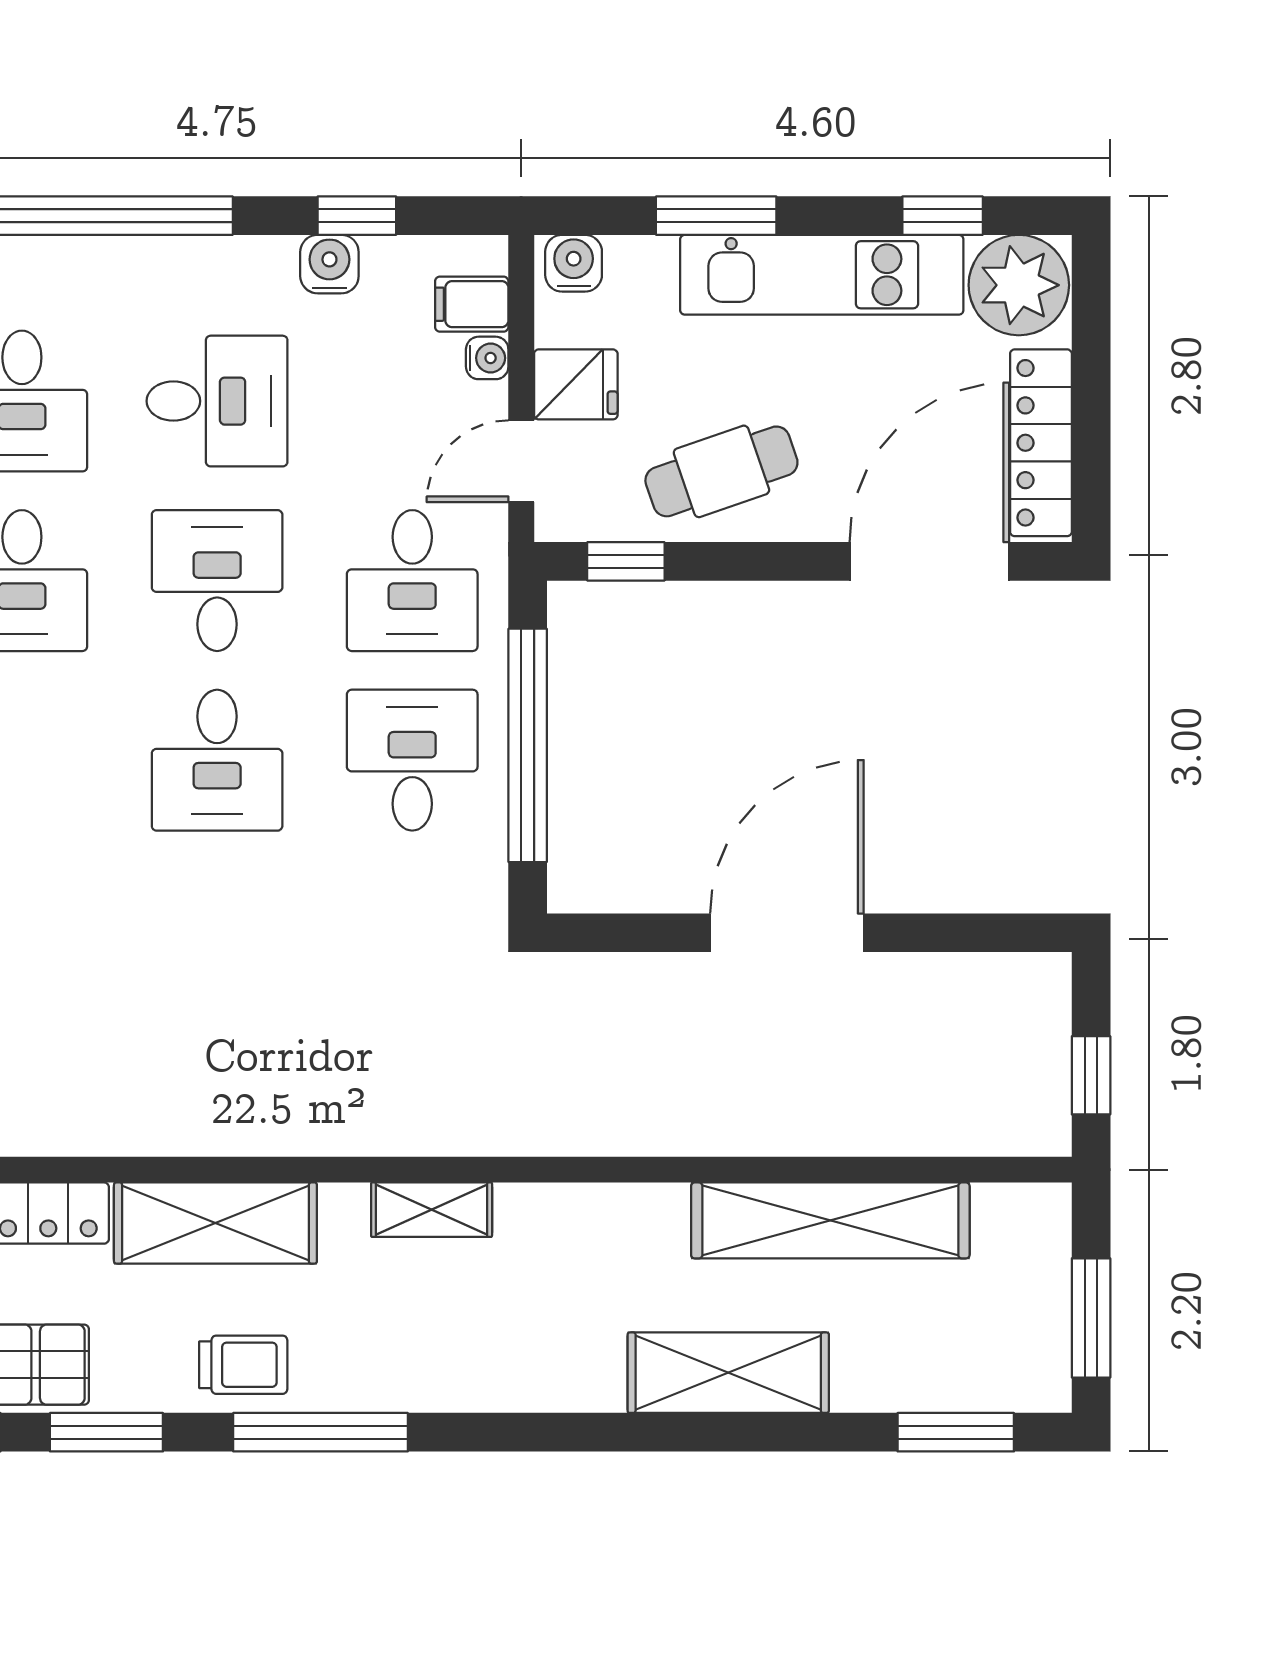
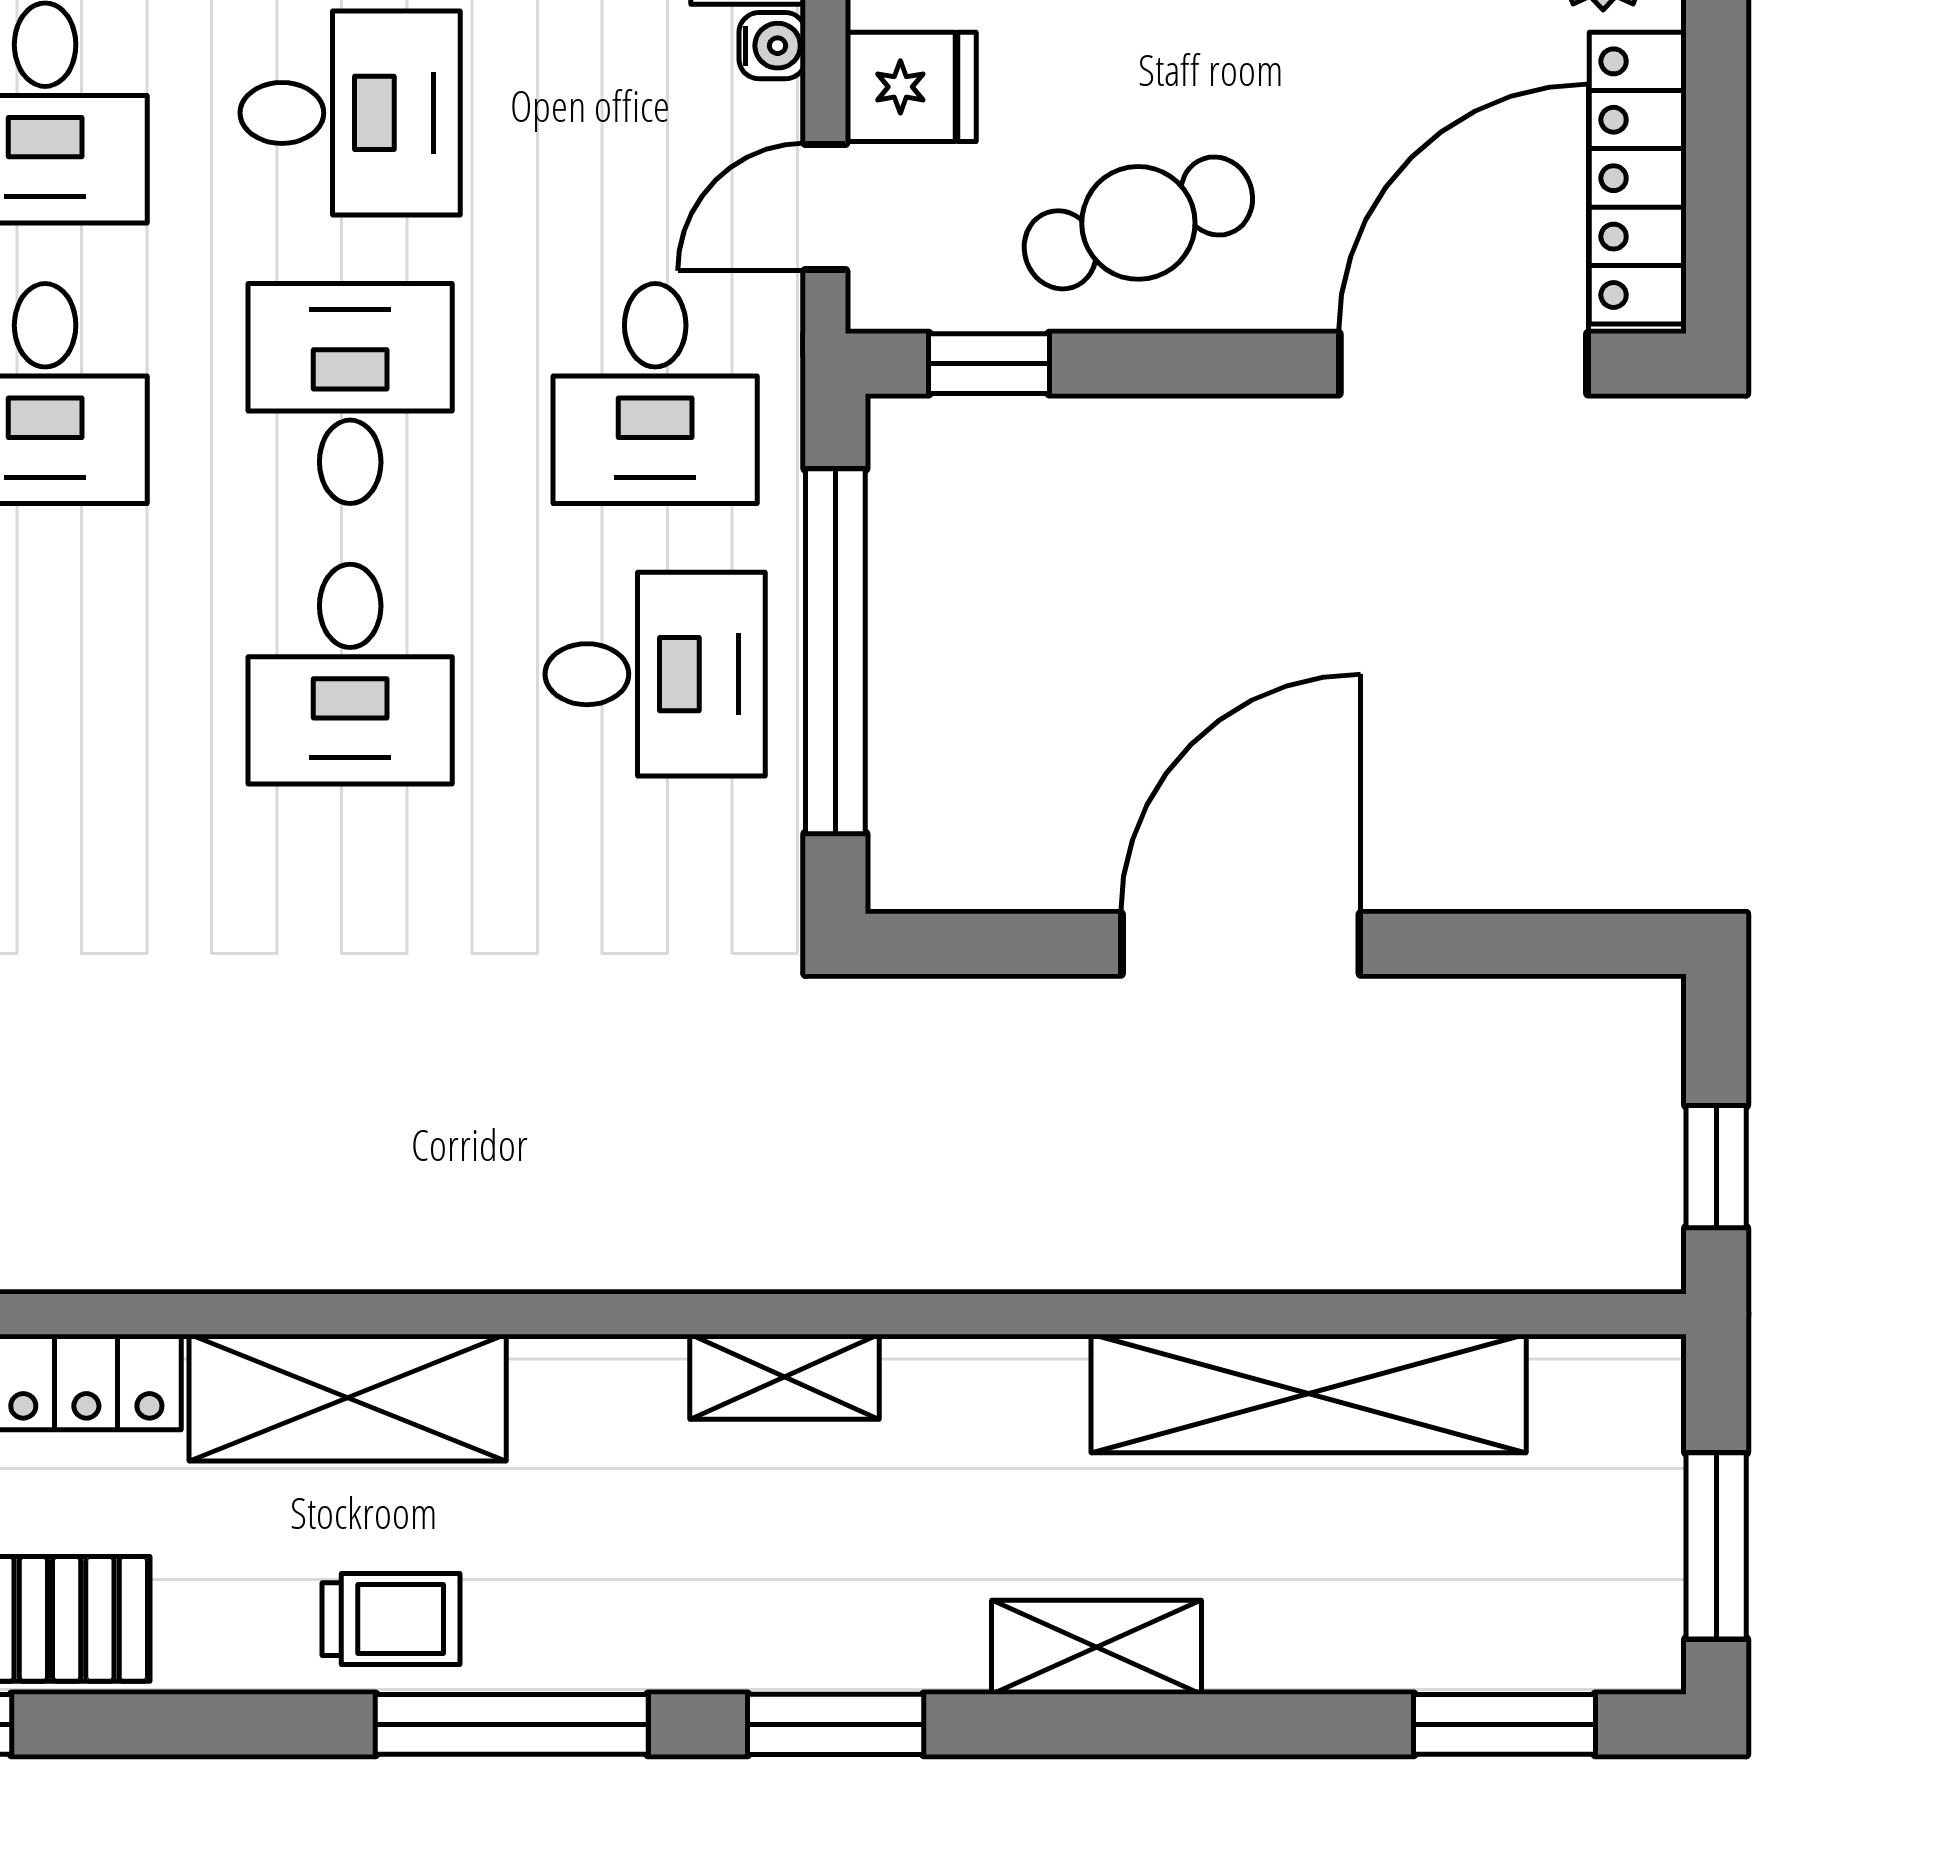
desk: (412, 760) -> (655, 674), turned 90
shelving: (432, 1210) -> (785, 1377), moved
shelving: (728, 1373) -> (1096, 1647), width x0.67, depth x0.75
window: (106, 1432) -> (836, 1724), moved

